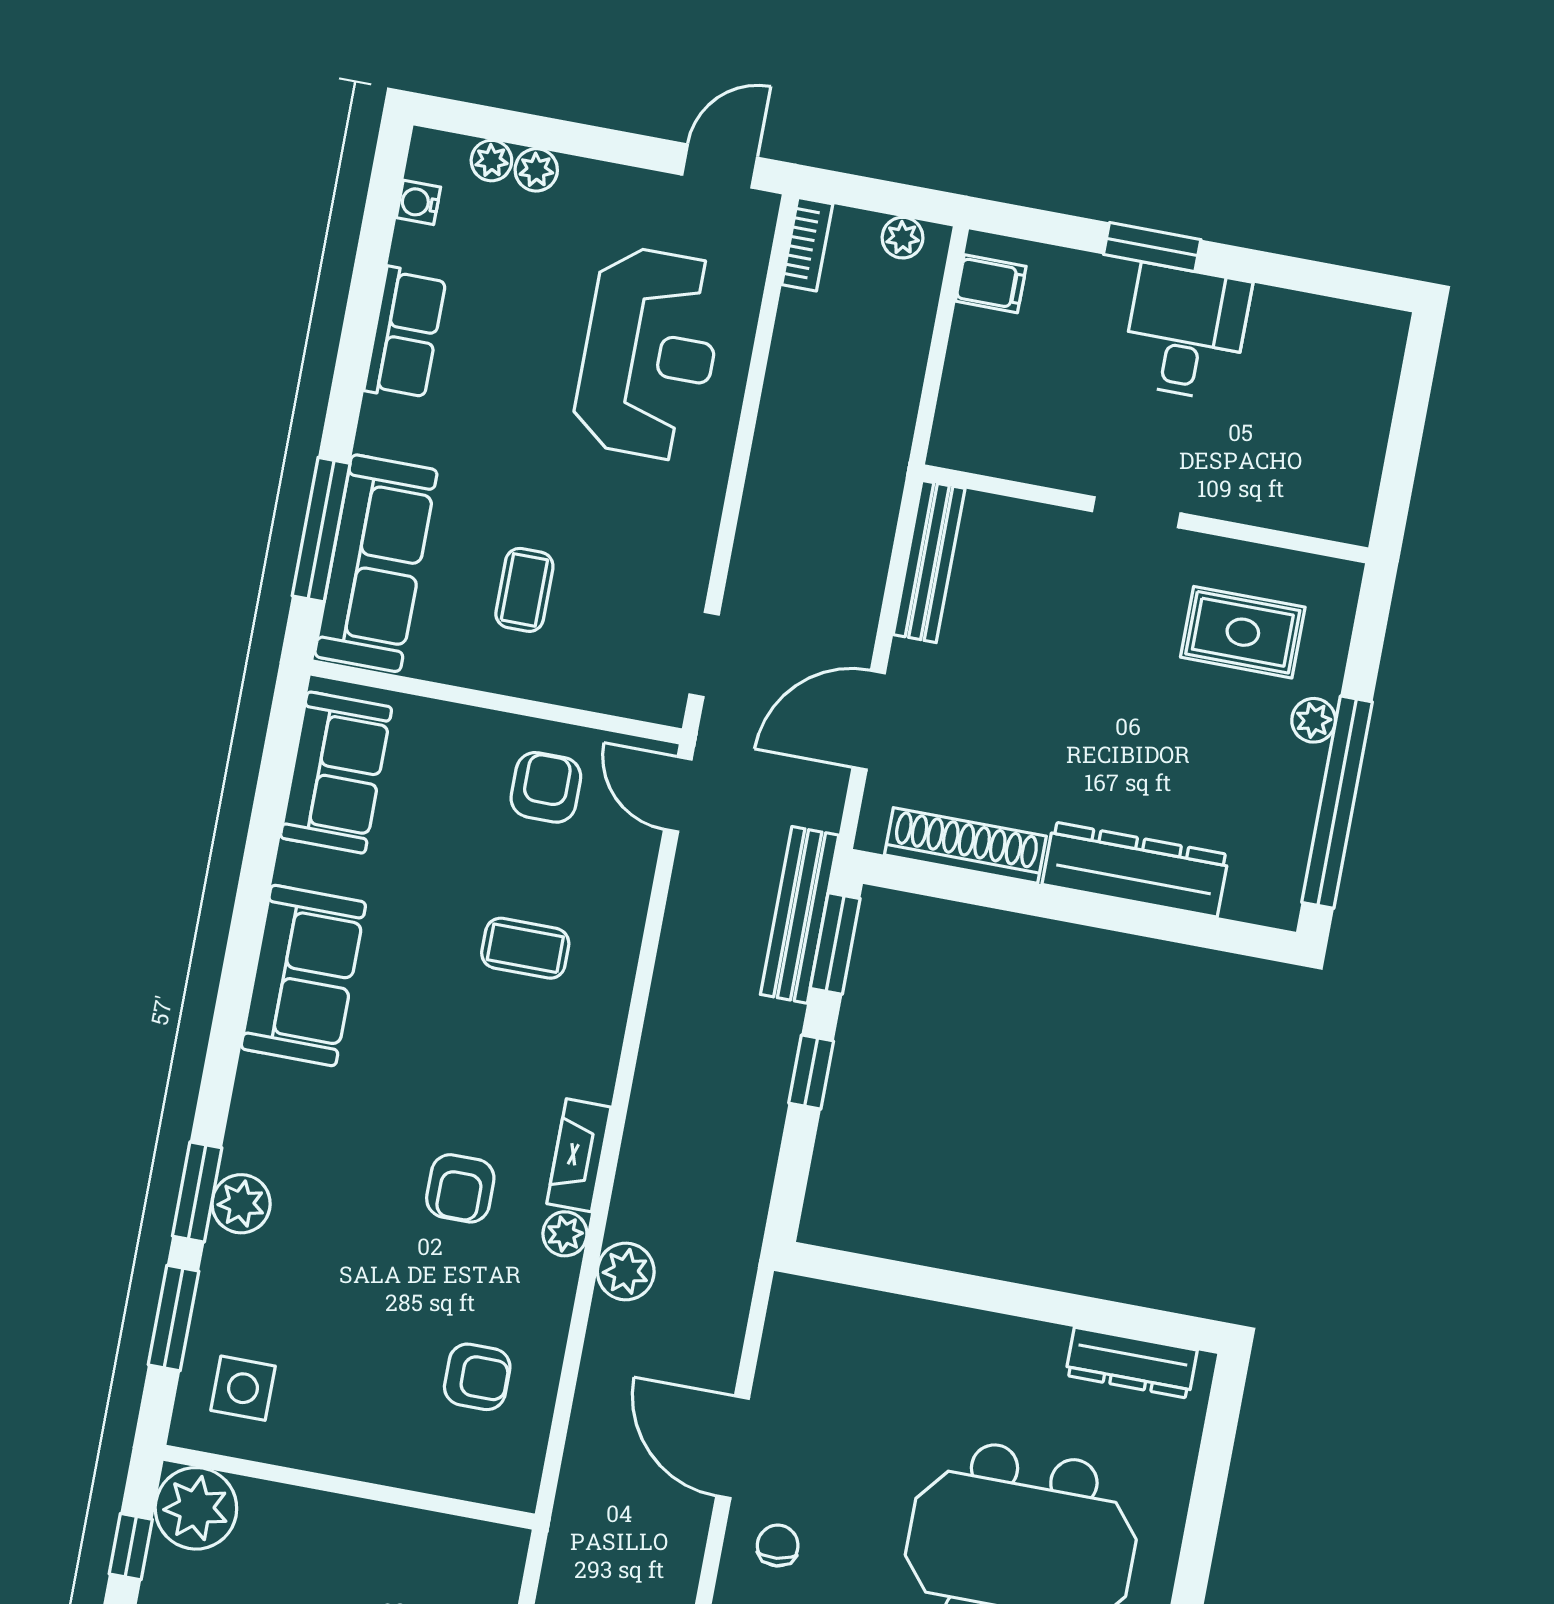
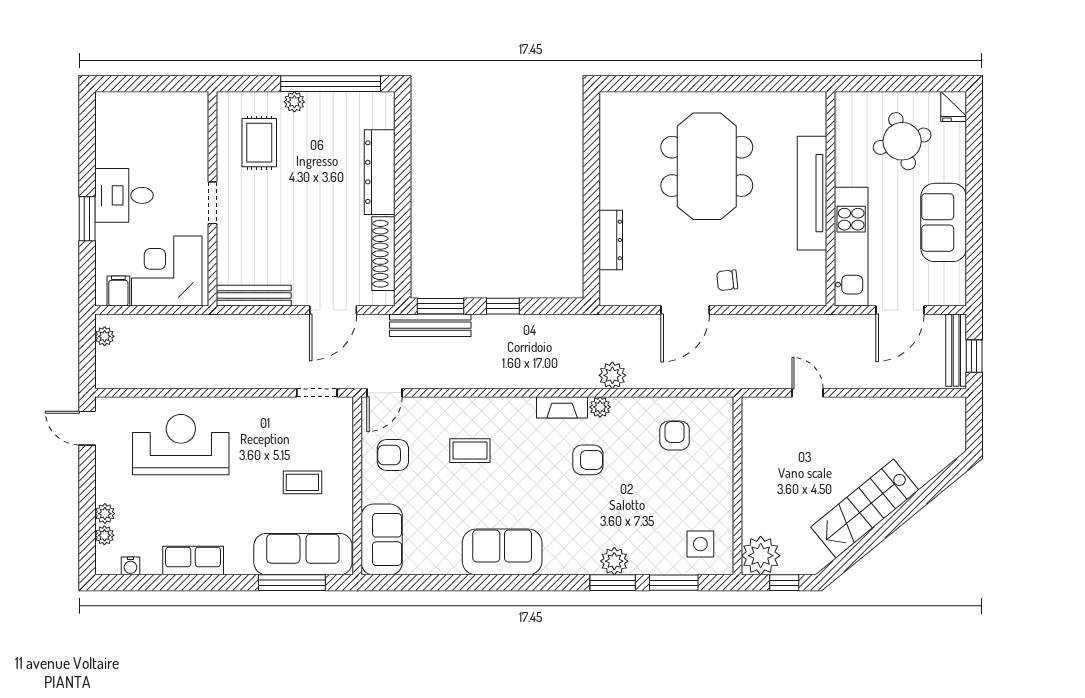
bookcase: (807, 244) -> (116, 380), removed
corner desk: (1014, 392) -> (167, 271), added
door: (869, 720) -> (333, 310), hinge flipped
sofa: (336, 773) -> (382, 539), moved, turned 90
coffee table: (525, 948) -> (470, 451), turned 90
dresser: (1131, 1363) -> (611, 240), moved

